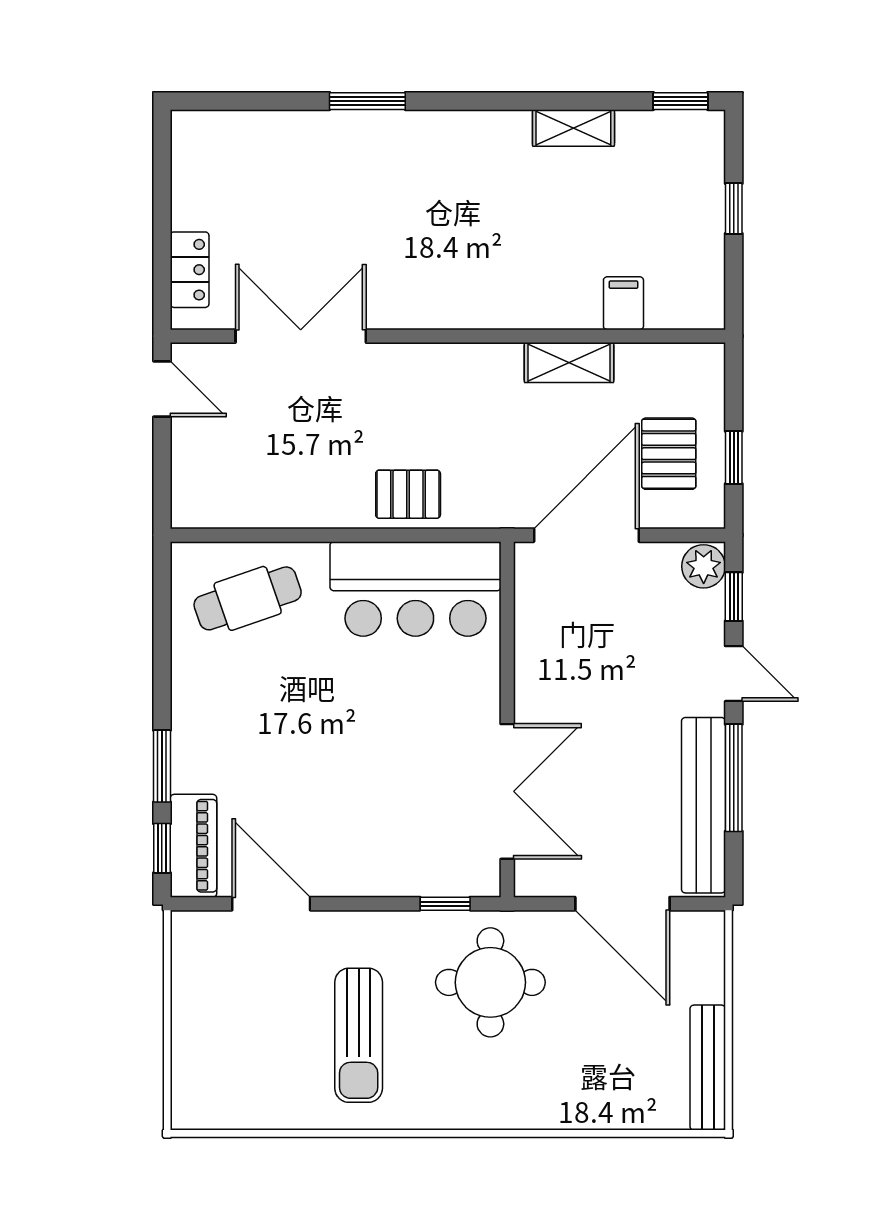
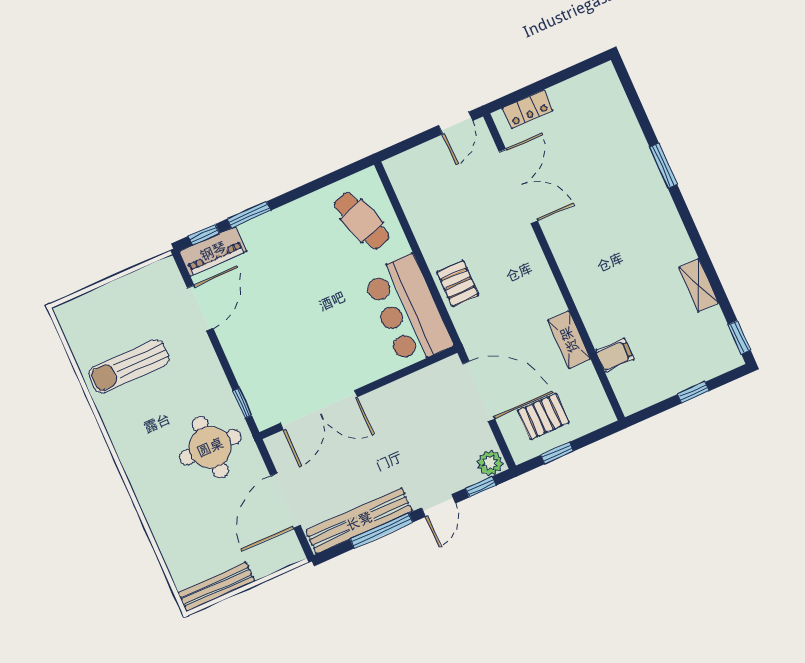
sun lounger: (359, 1035) -> (129, 366), moved

